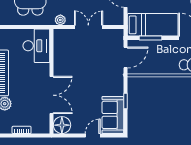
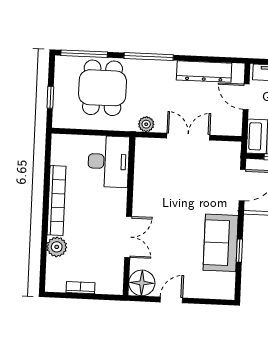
double door: (52, 95) -> (128, 237), width x0.73
sofa: (113, 115) -> (221, 243), moved
door: (93, 135) -> (171, 300), moved

